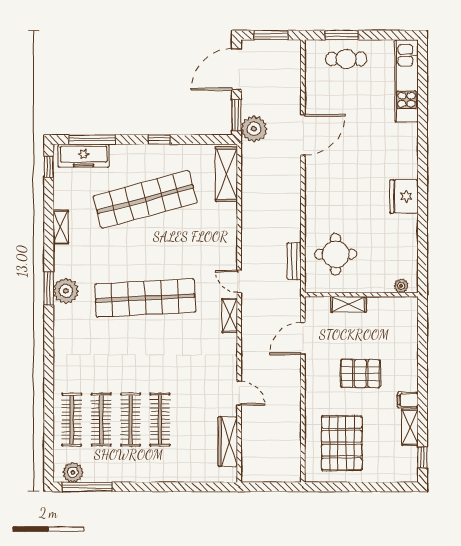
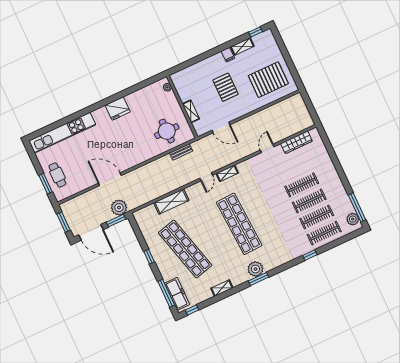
kitchen unit: (406, 81) -> (62, 133), width x1.36
shelving: (226, 174) -> (171, 202), moved
window: (49, 382) -> (310, 255), added

